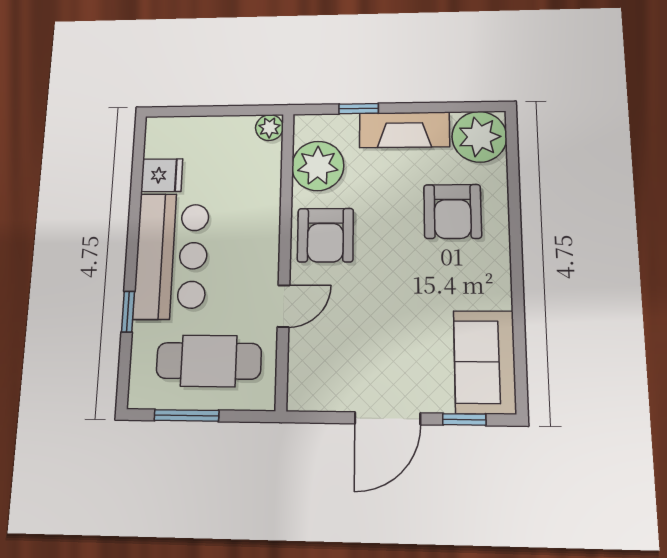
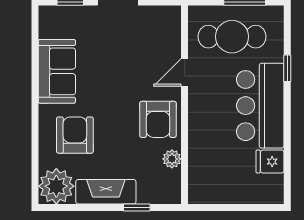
plant: (269, 128) -> (197, 195), removed
plant: (318, 166) -> (172, 159), width x0.53, depth x0.53
armchair: (325, 235) -> (158, 119), turned 180
sofa: (485, 362) -> (57, 71), moved

